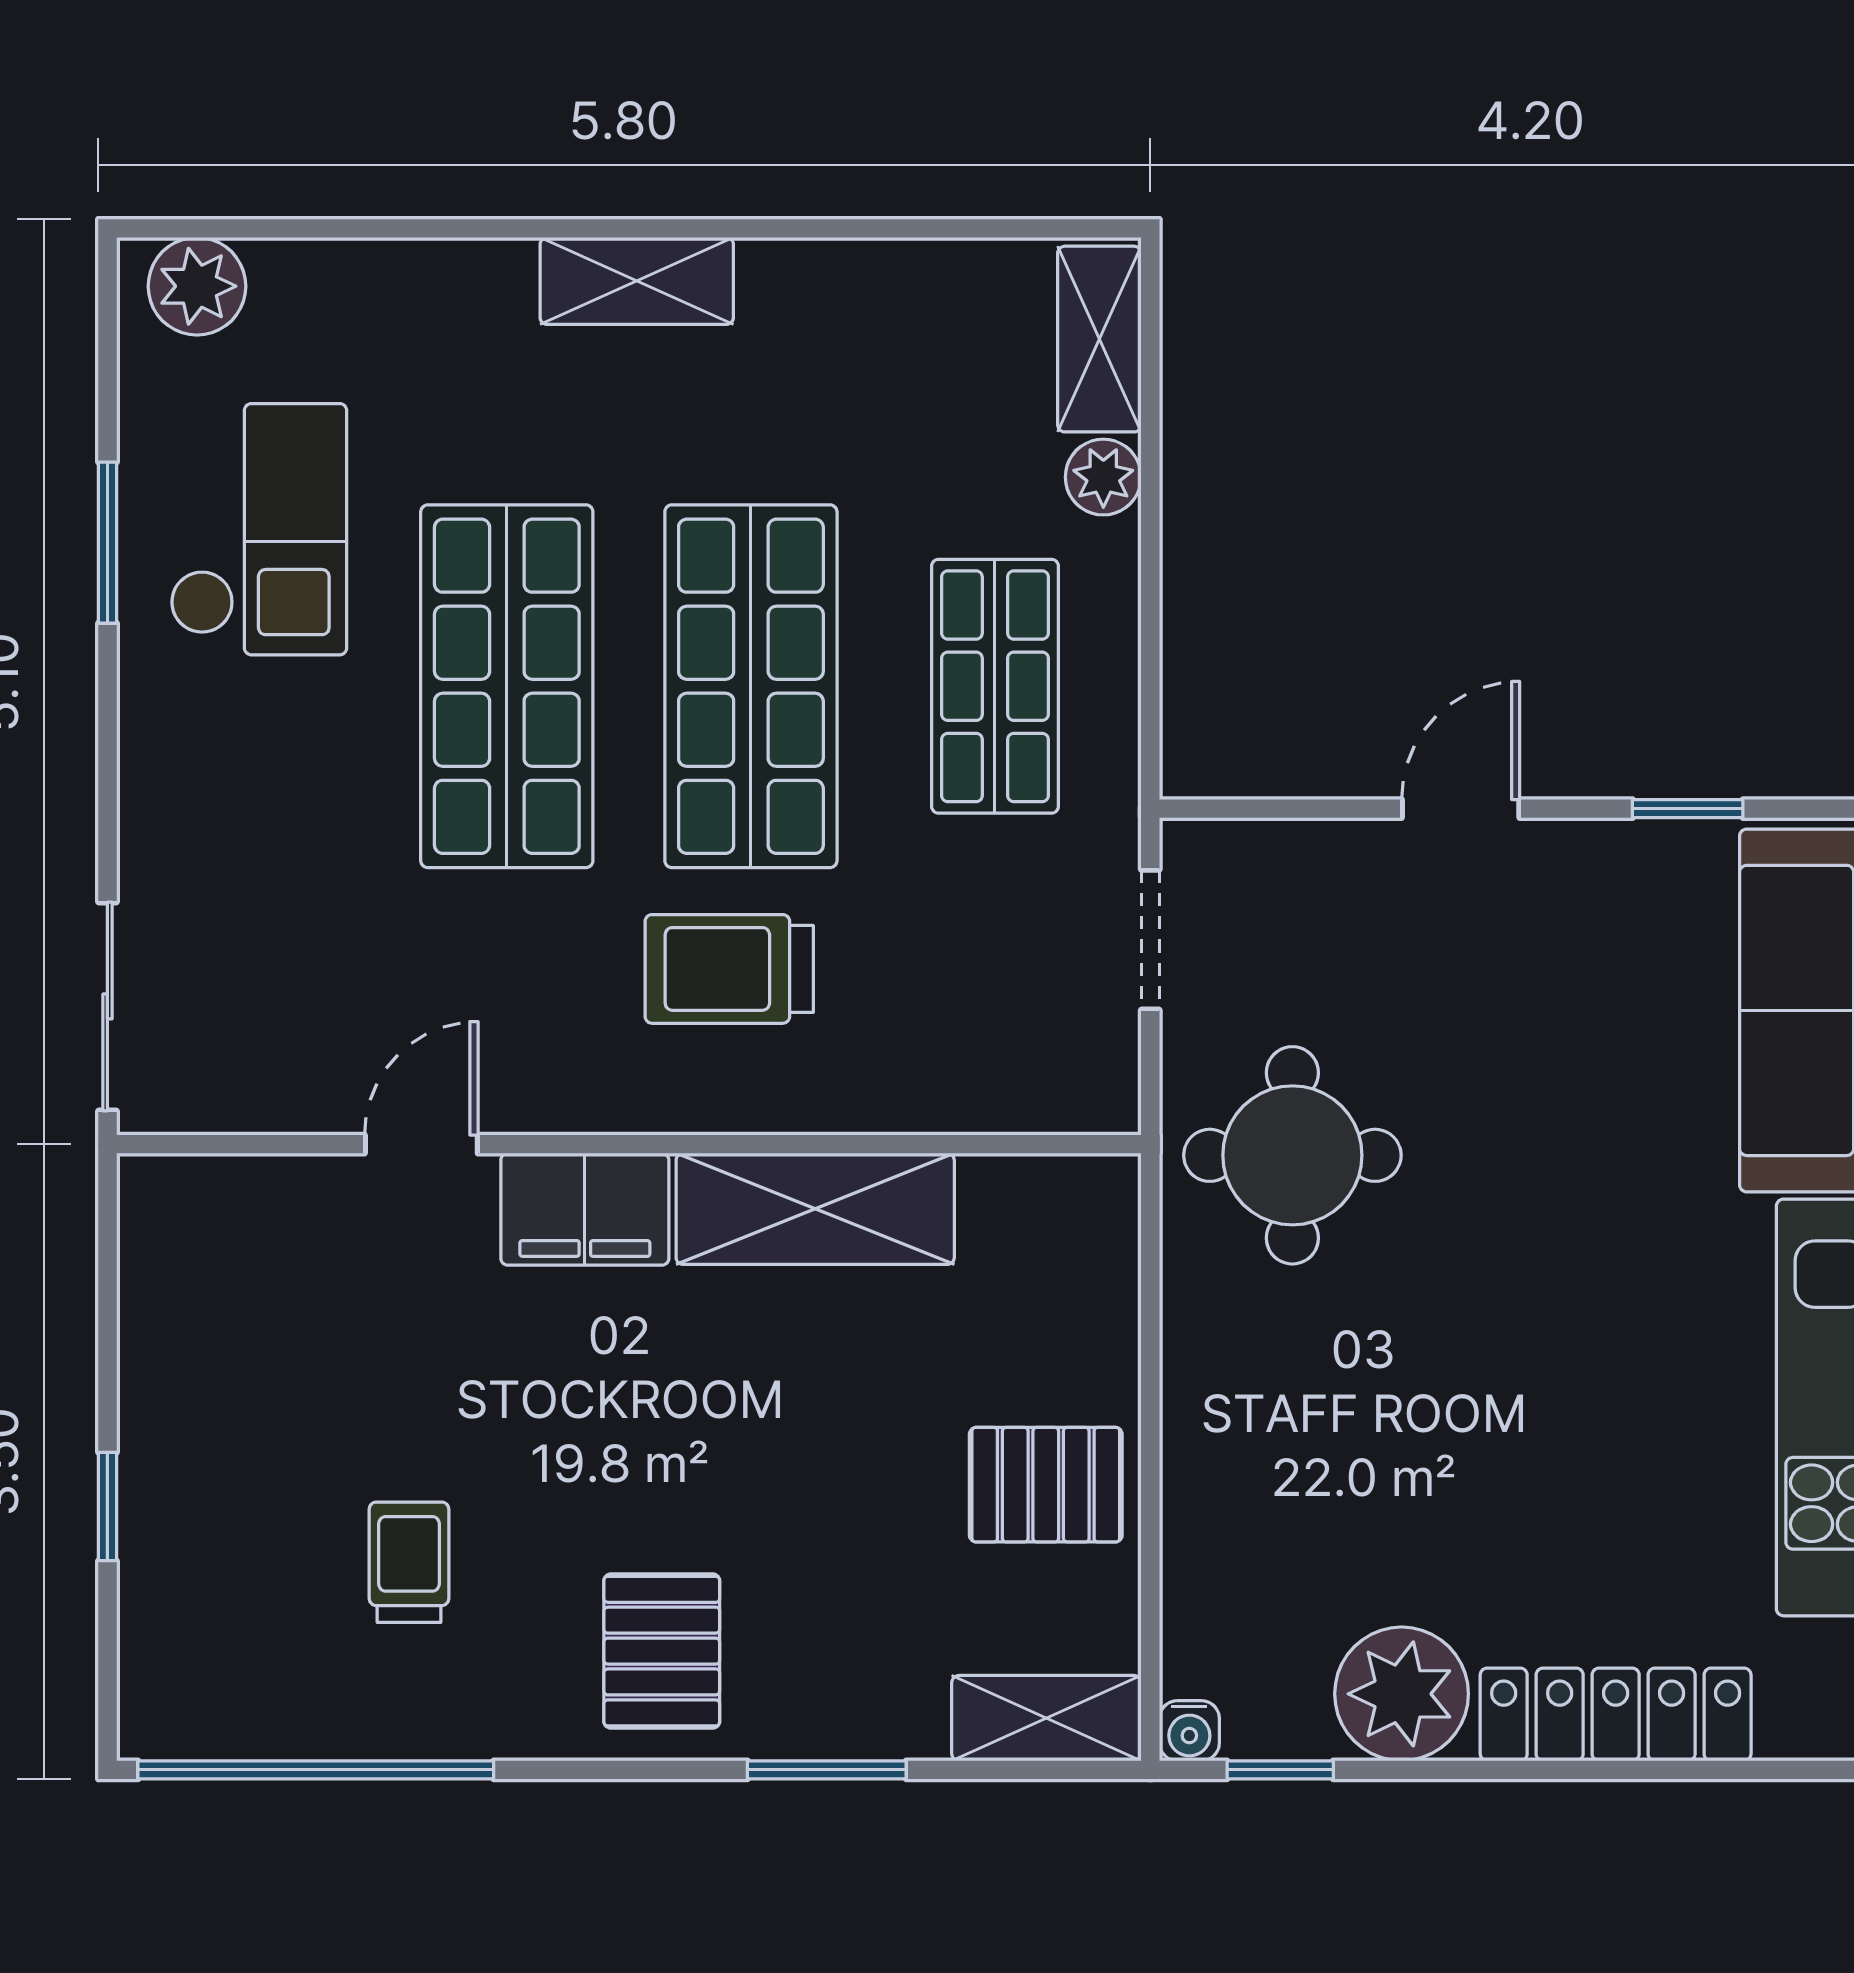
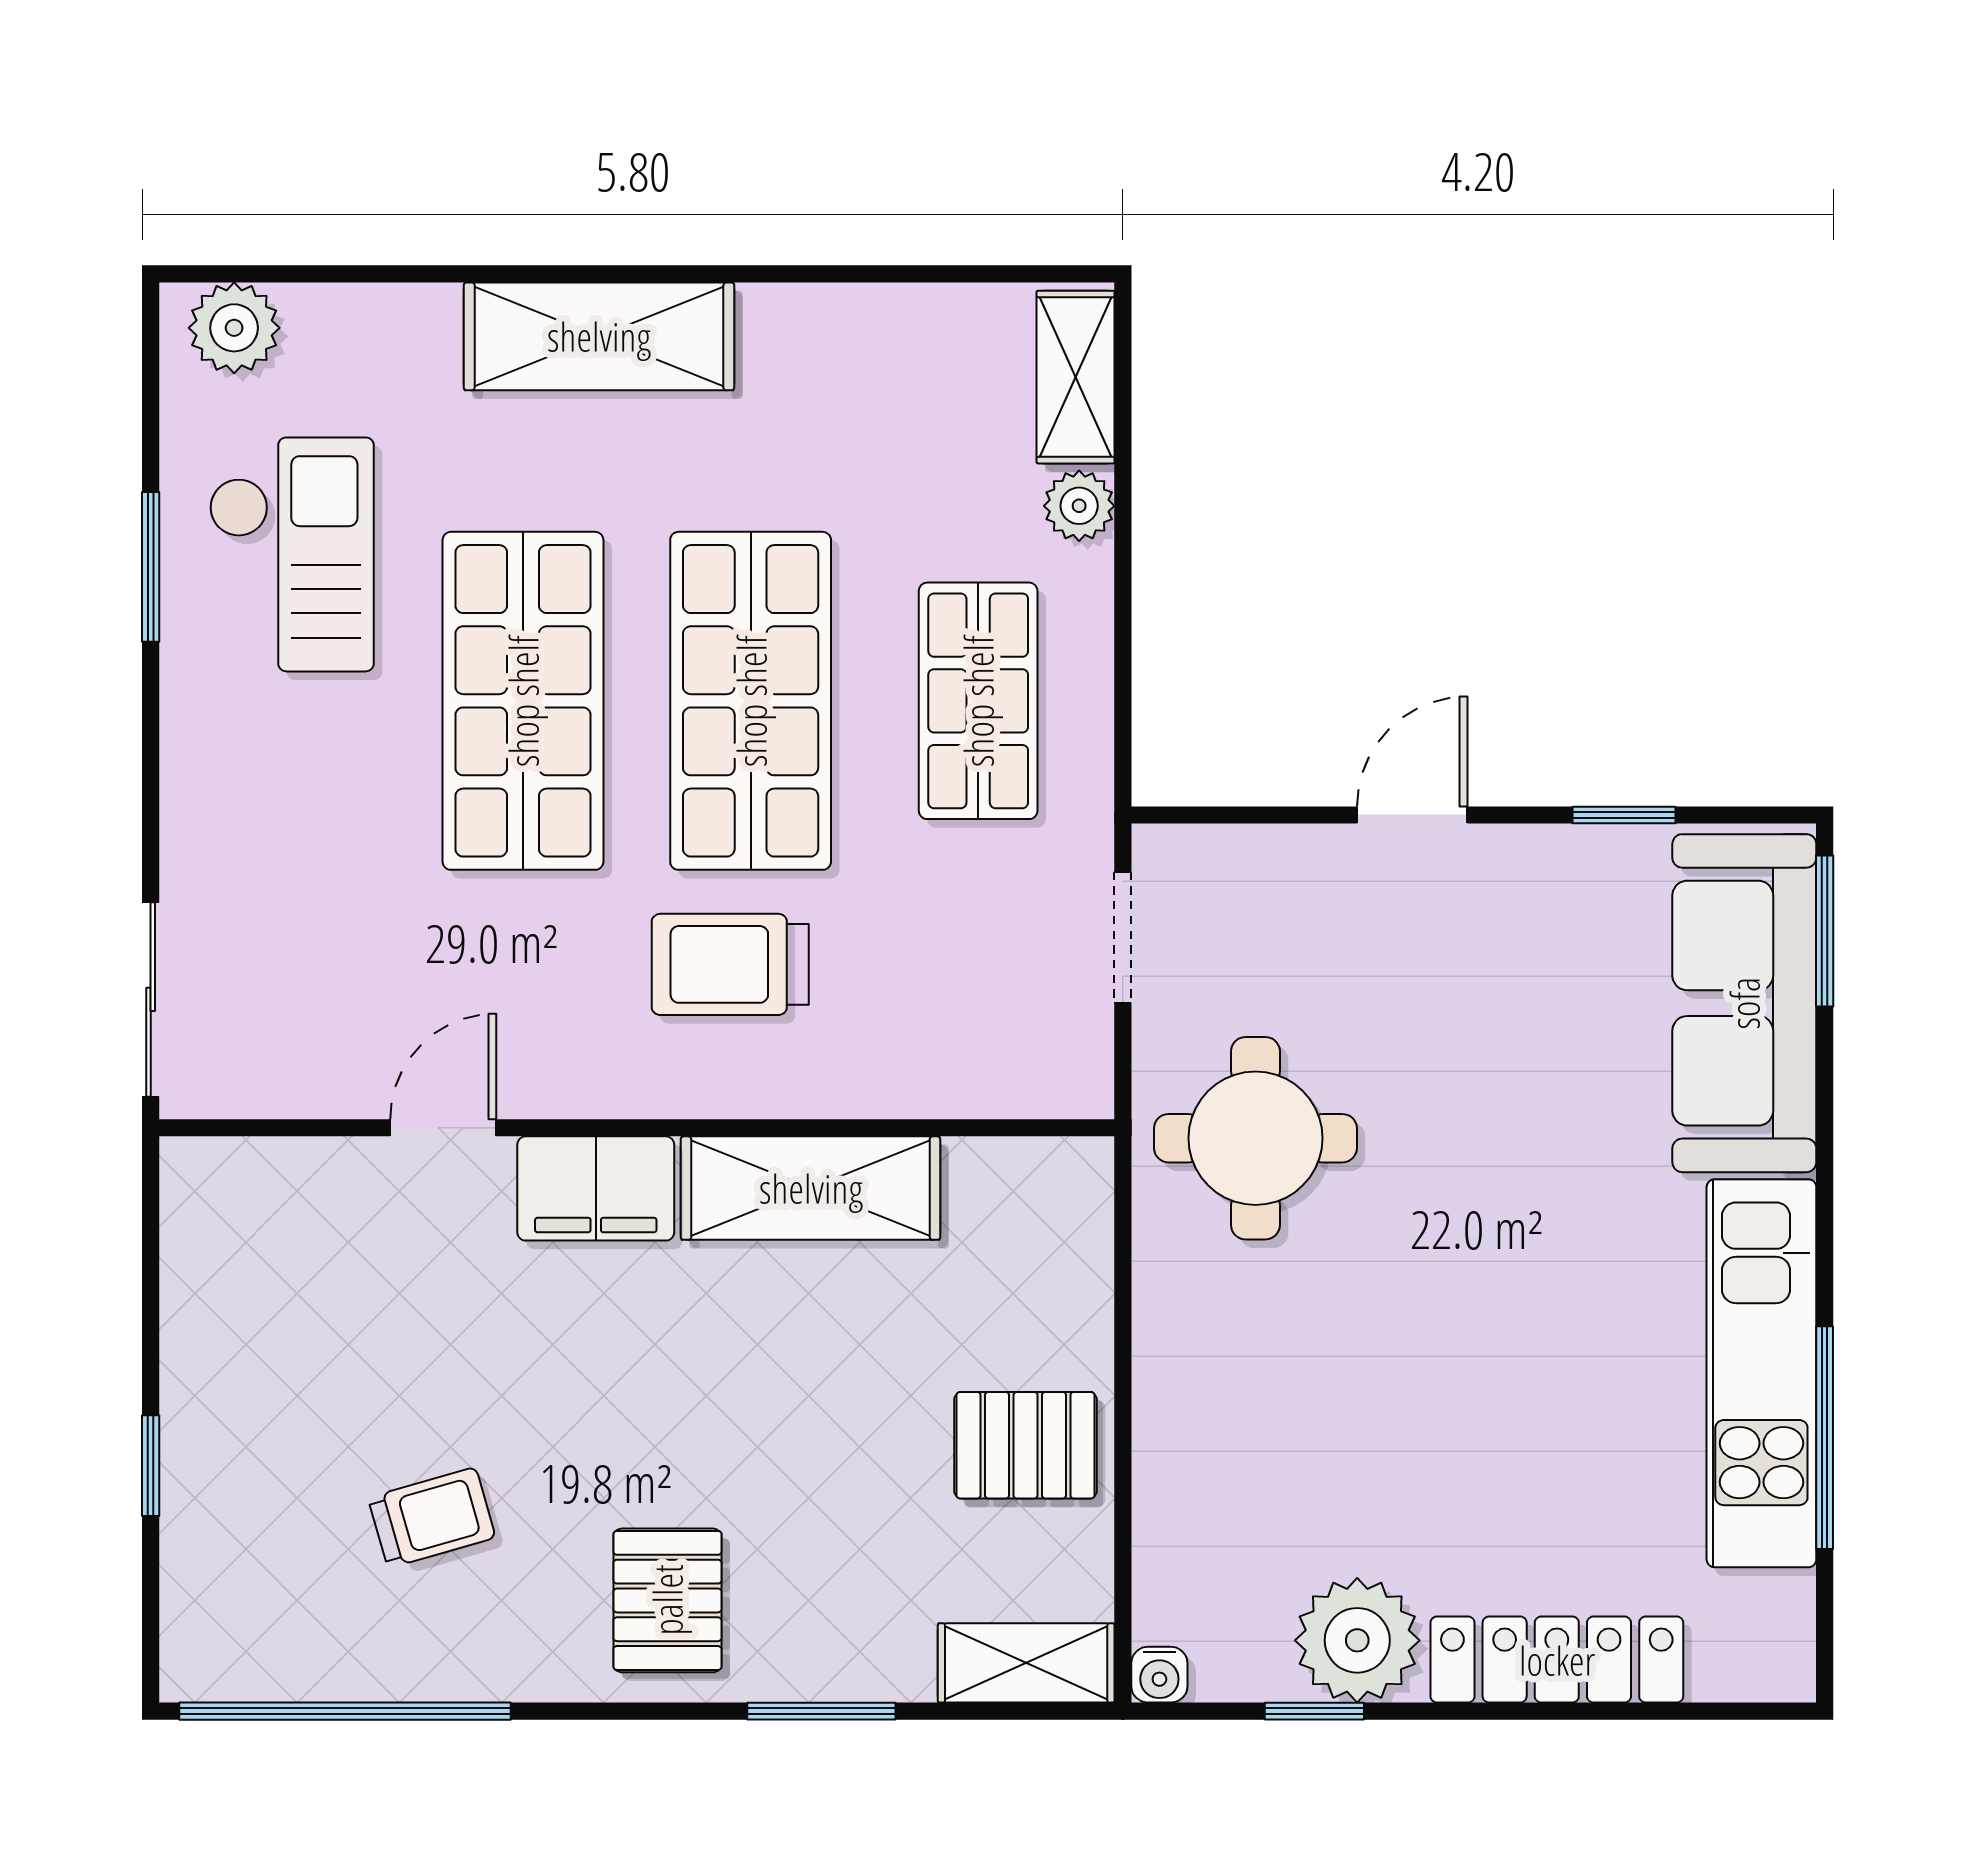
shelving: (637, 281) -> (599, 336), width x1.50, depth x1.33
trolley: (409, 1562) -> (432, 1518), turned 74
window: (1280, 1770) -> (1314, 1711), moved

